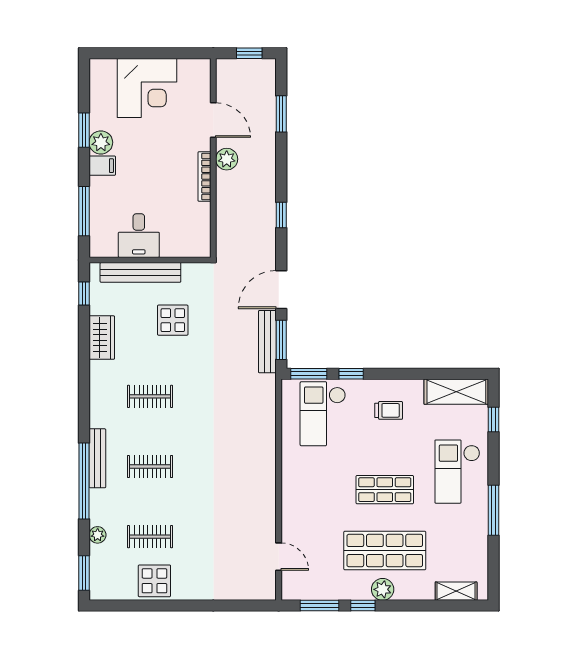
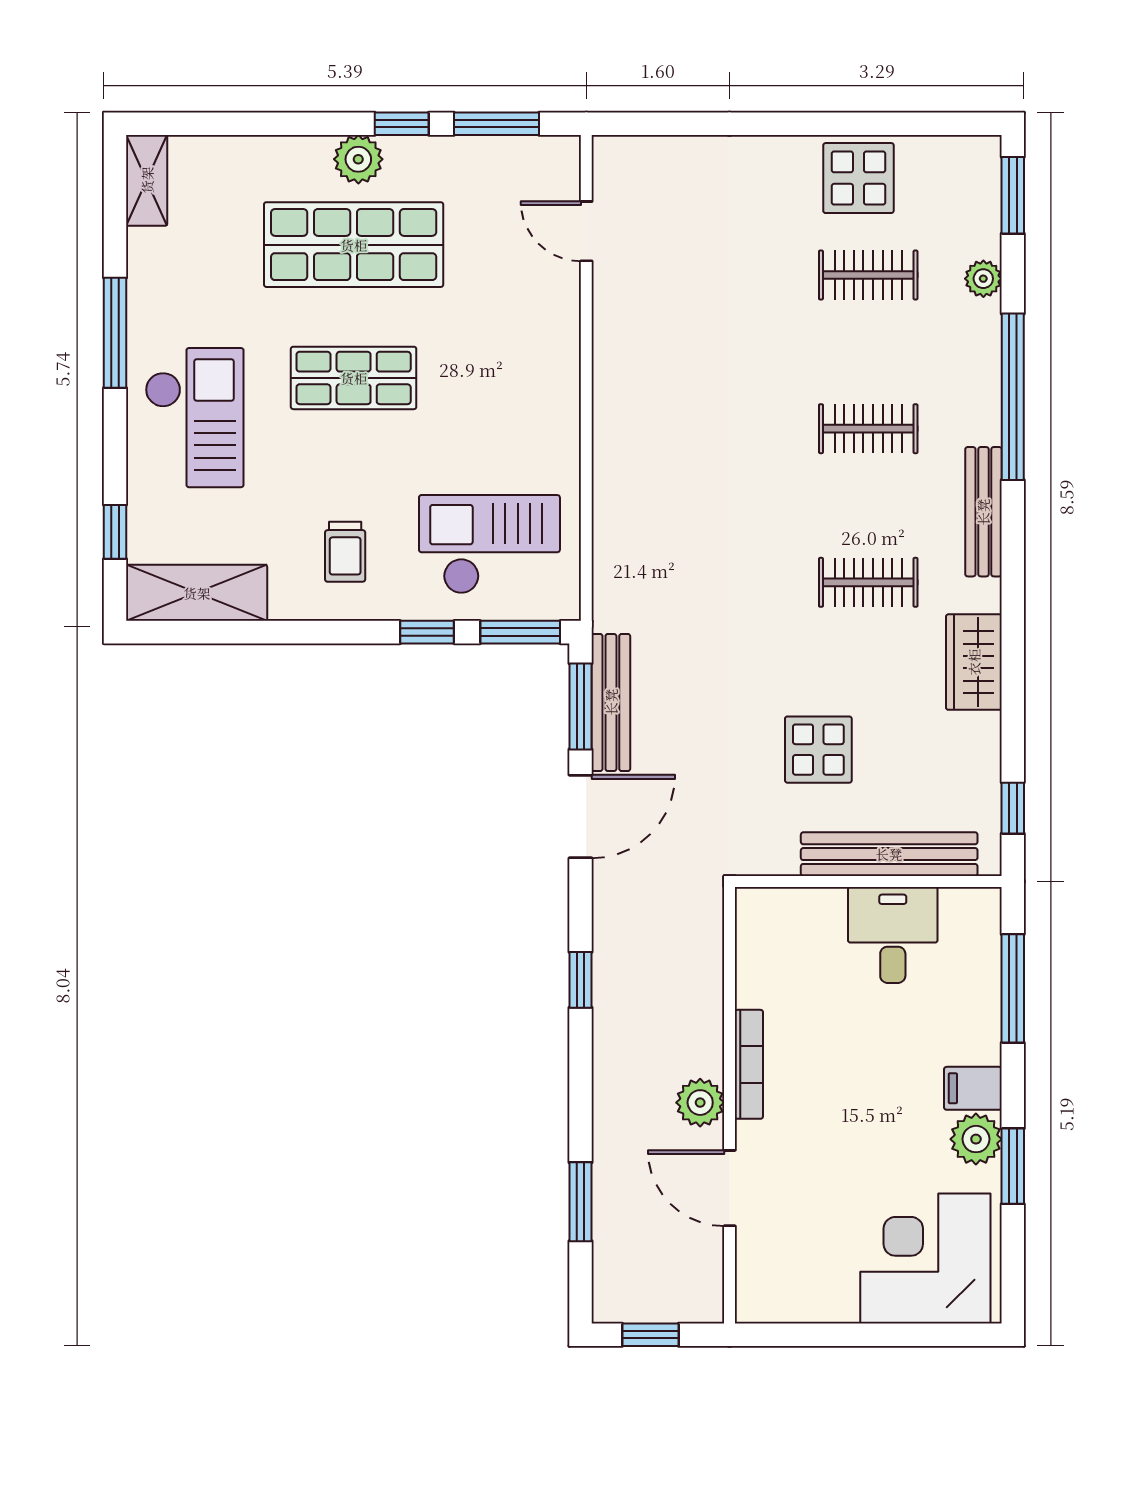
corner desk: (147, 88) -> (925, 1258), moved
wardrobe: (102, 338) -> (974, 662), moved
trolley: (389, 410) -> (345, 552), turned -90
checkout: (323, 414) -> (489, 544), turned -90
bench: (97, 458) -> (983, 512), moved
shelving: (456, 591) -> (147, 180), moved, turned 90

